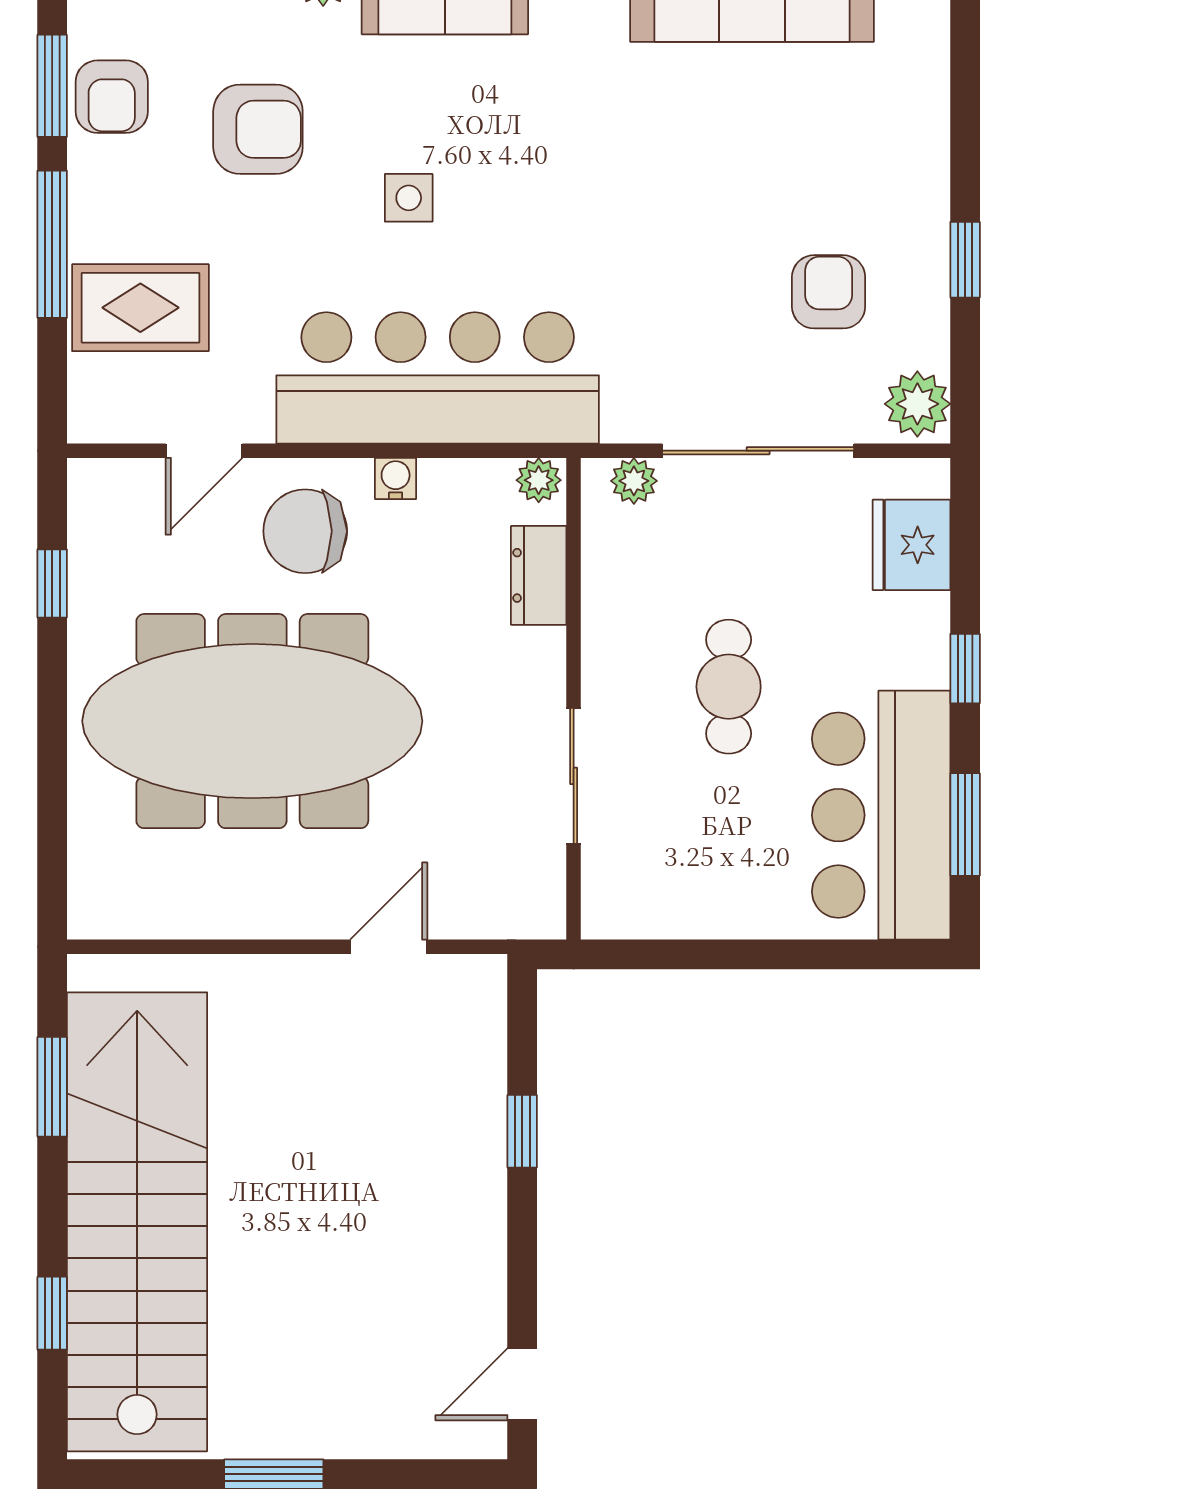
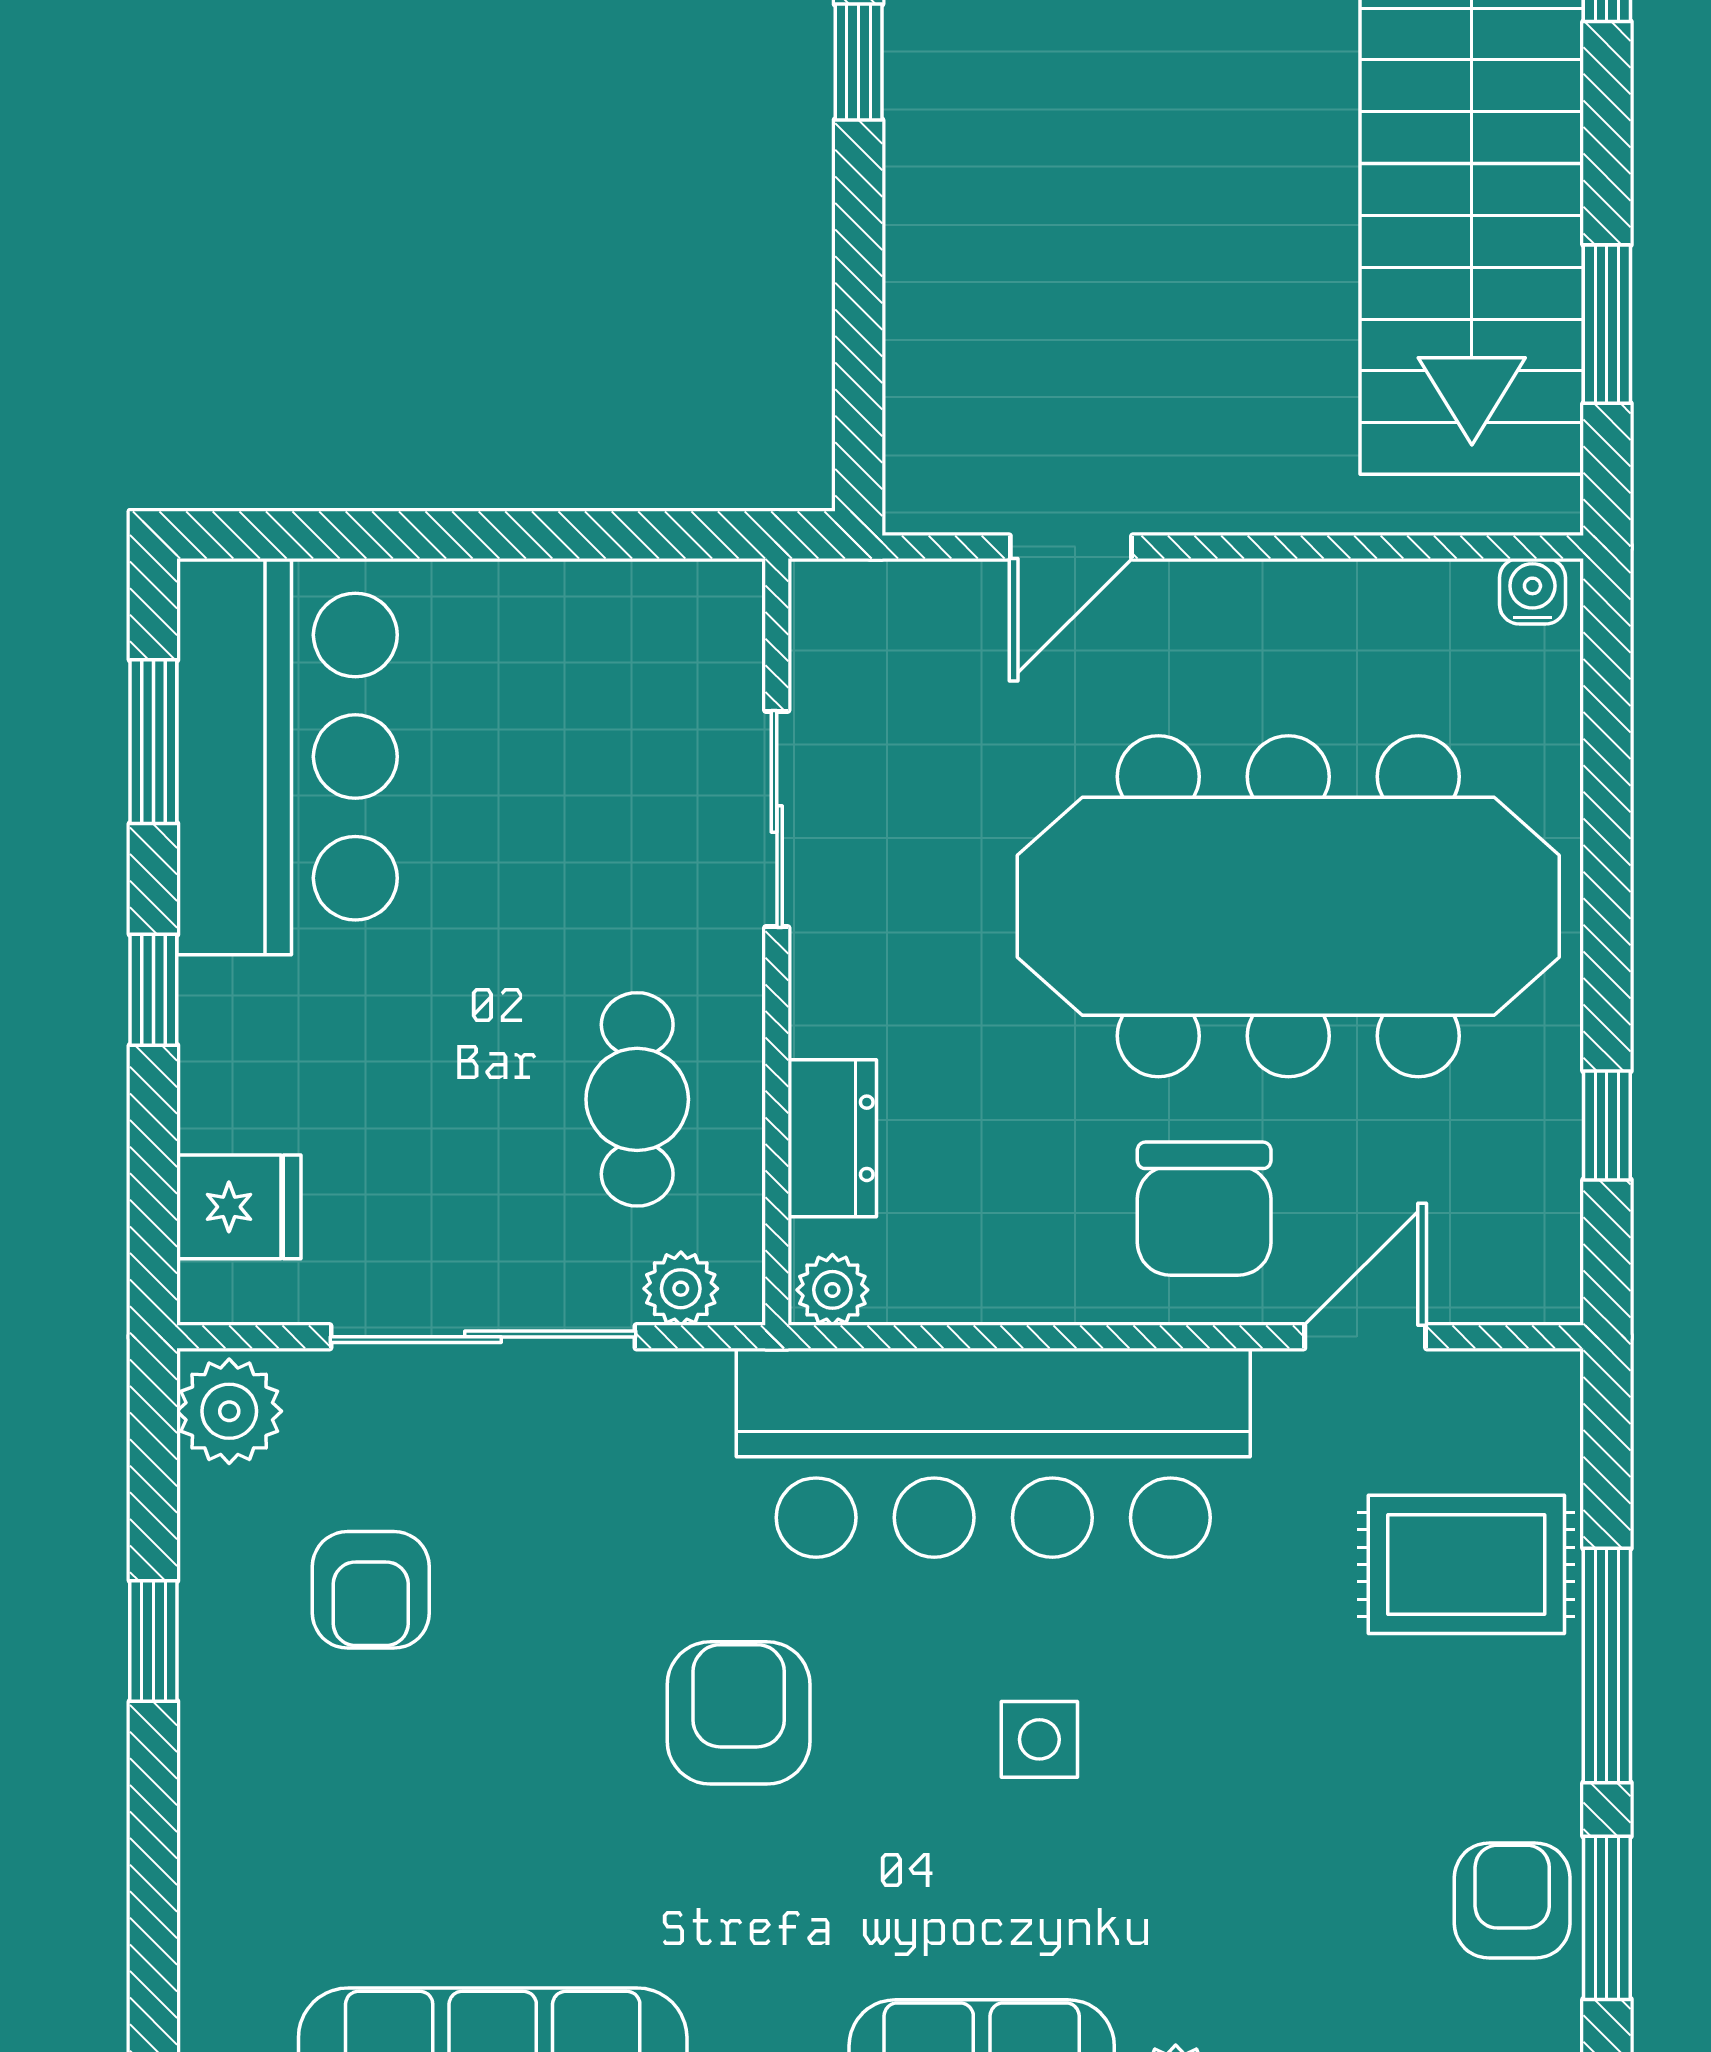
armchair: (258, 129) -> (739, 1713), moved, turned 90
water cooler: (396, 478) -> (1532, 591), moved, turned 180
chair: (305, 531) -> (1204, 1209), turned 90
fridge: (911, 545) -> (239, 1207), width x0.72
cafe table: (729, 687) -> (637, 1099), moved
window: (522, 1131) -> (859, 62), moved

